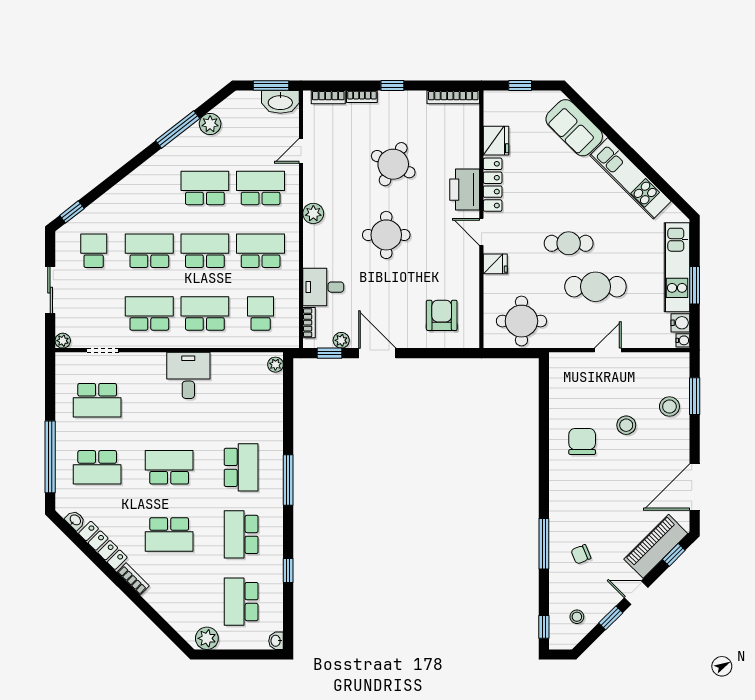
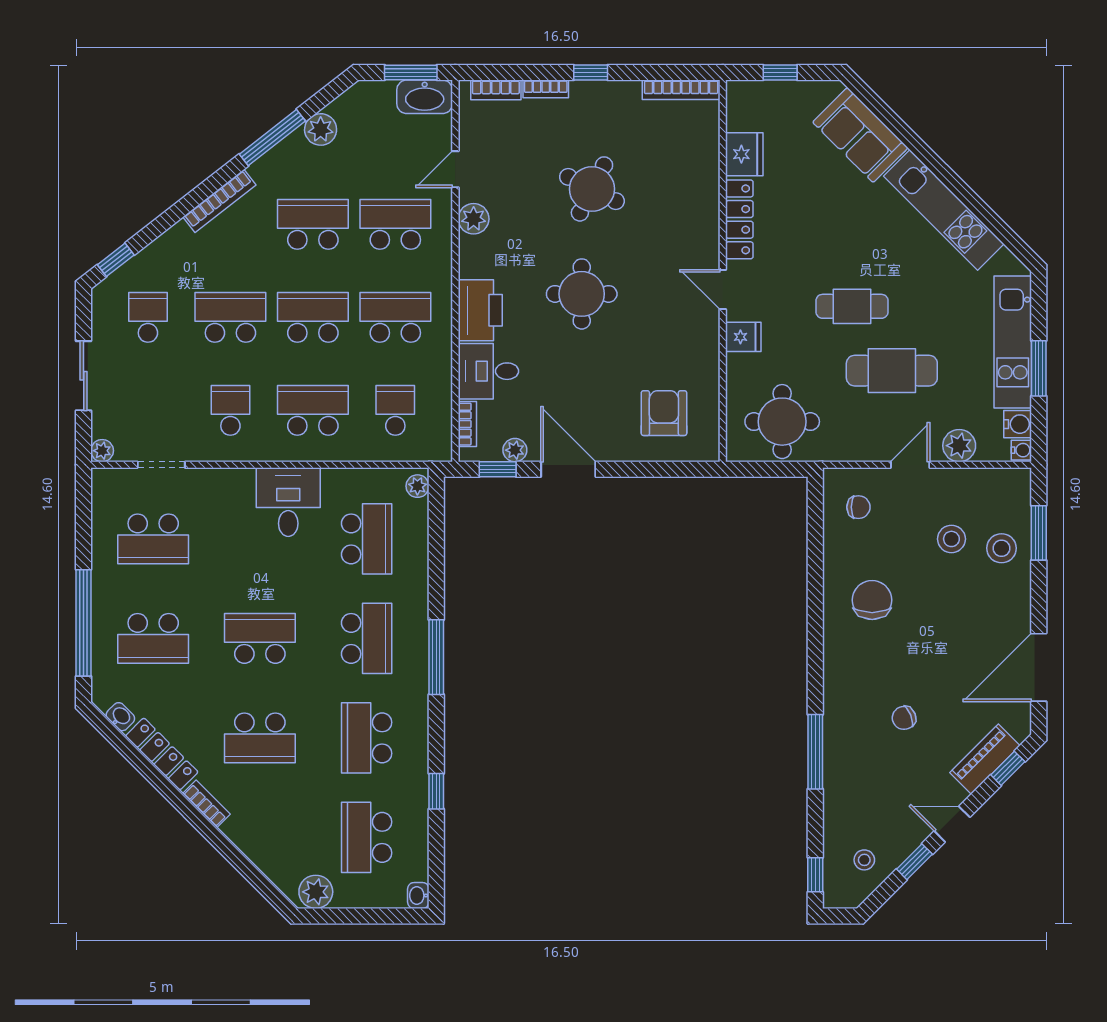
bookcase: (142, 172) -> (219, 201), added
printer: (465, 190) -> (480, 310), moved, turned 180
plant: (313, 213) -> (474, 219), moved
school desk: (149, 313) -> (230, 410), width x0.54
plant: (641, 337) -> (959, 446), added
chair: (573, 379) -> (858, 507), added
school desk: (241, 400) -> (367, 539), added
stool: (626, 425) -> (951, 539), moved
piano: (656, 546) -> (985, 759), width x0.73, depth x0.75
chair: (581, 554) -> (904, 718), moved

